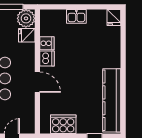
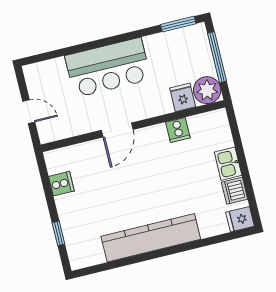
dishwasher: (47, 58) -> (235, 191), moved, turned 90
kitchen counter: (112, 100) -> (151, 238), moved
cooker: (63, 124) -> (61, 184), width x0.53, depth x0.76

